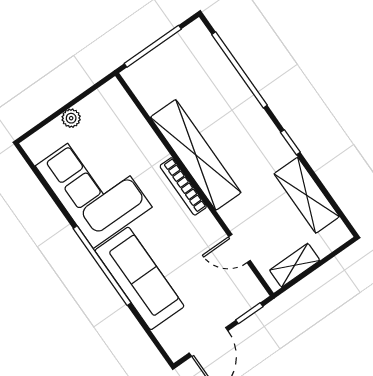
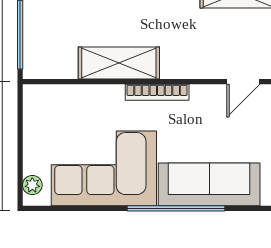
plant: (71, 118) -> (32, 185), moved
shelving: (196, 155) -> (119, 63), width x0.68

